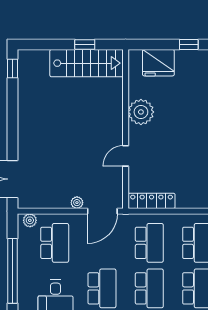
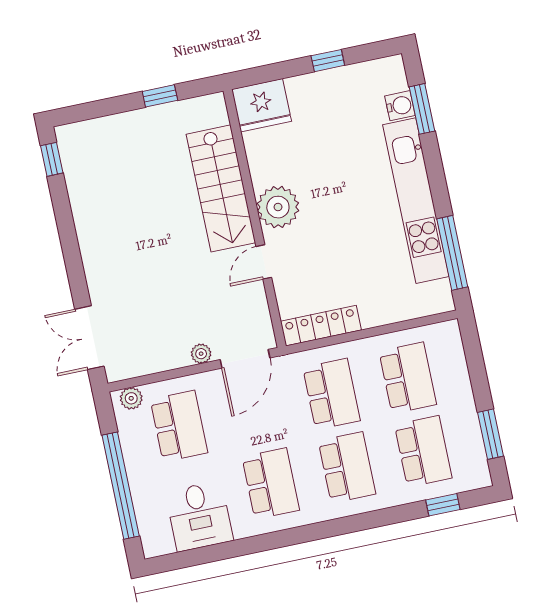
stairs: (87, 63) -> (221, 188), moved, turned 90
fridge: (158, 63) -> (262, 105), moved
plant: (141, 112) -> (278, 207), moved

